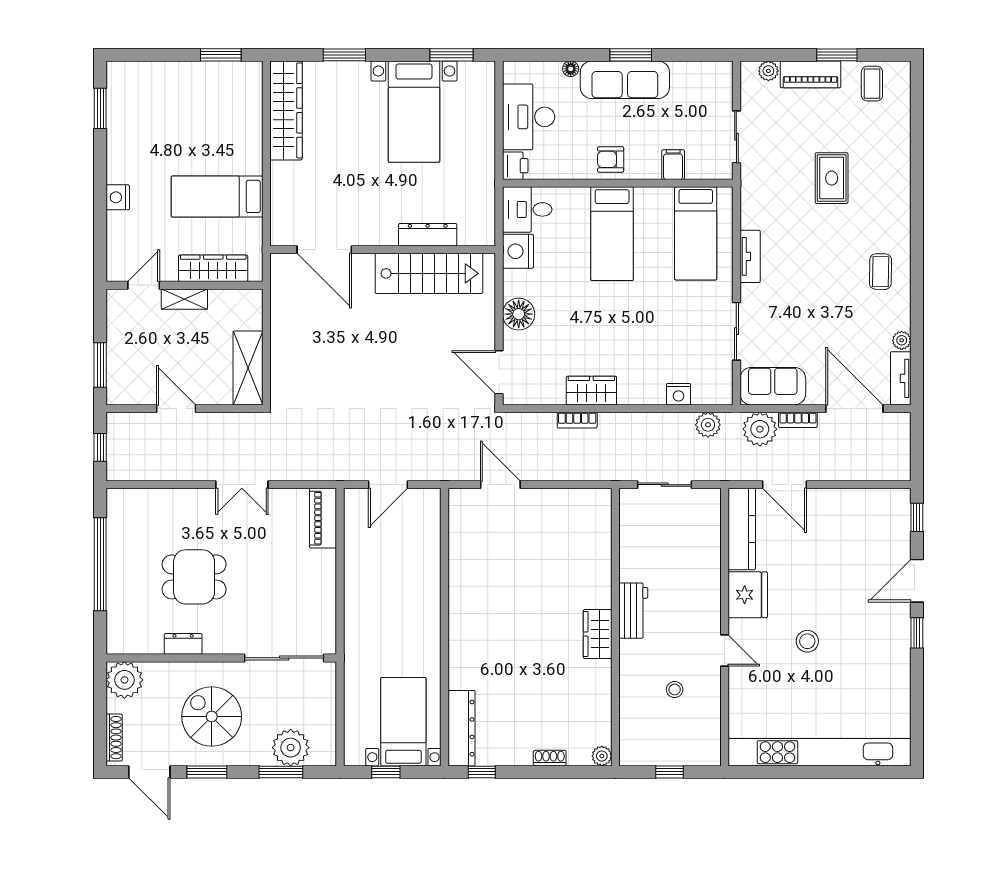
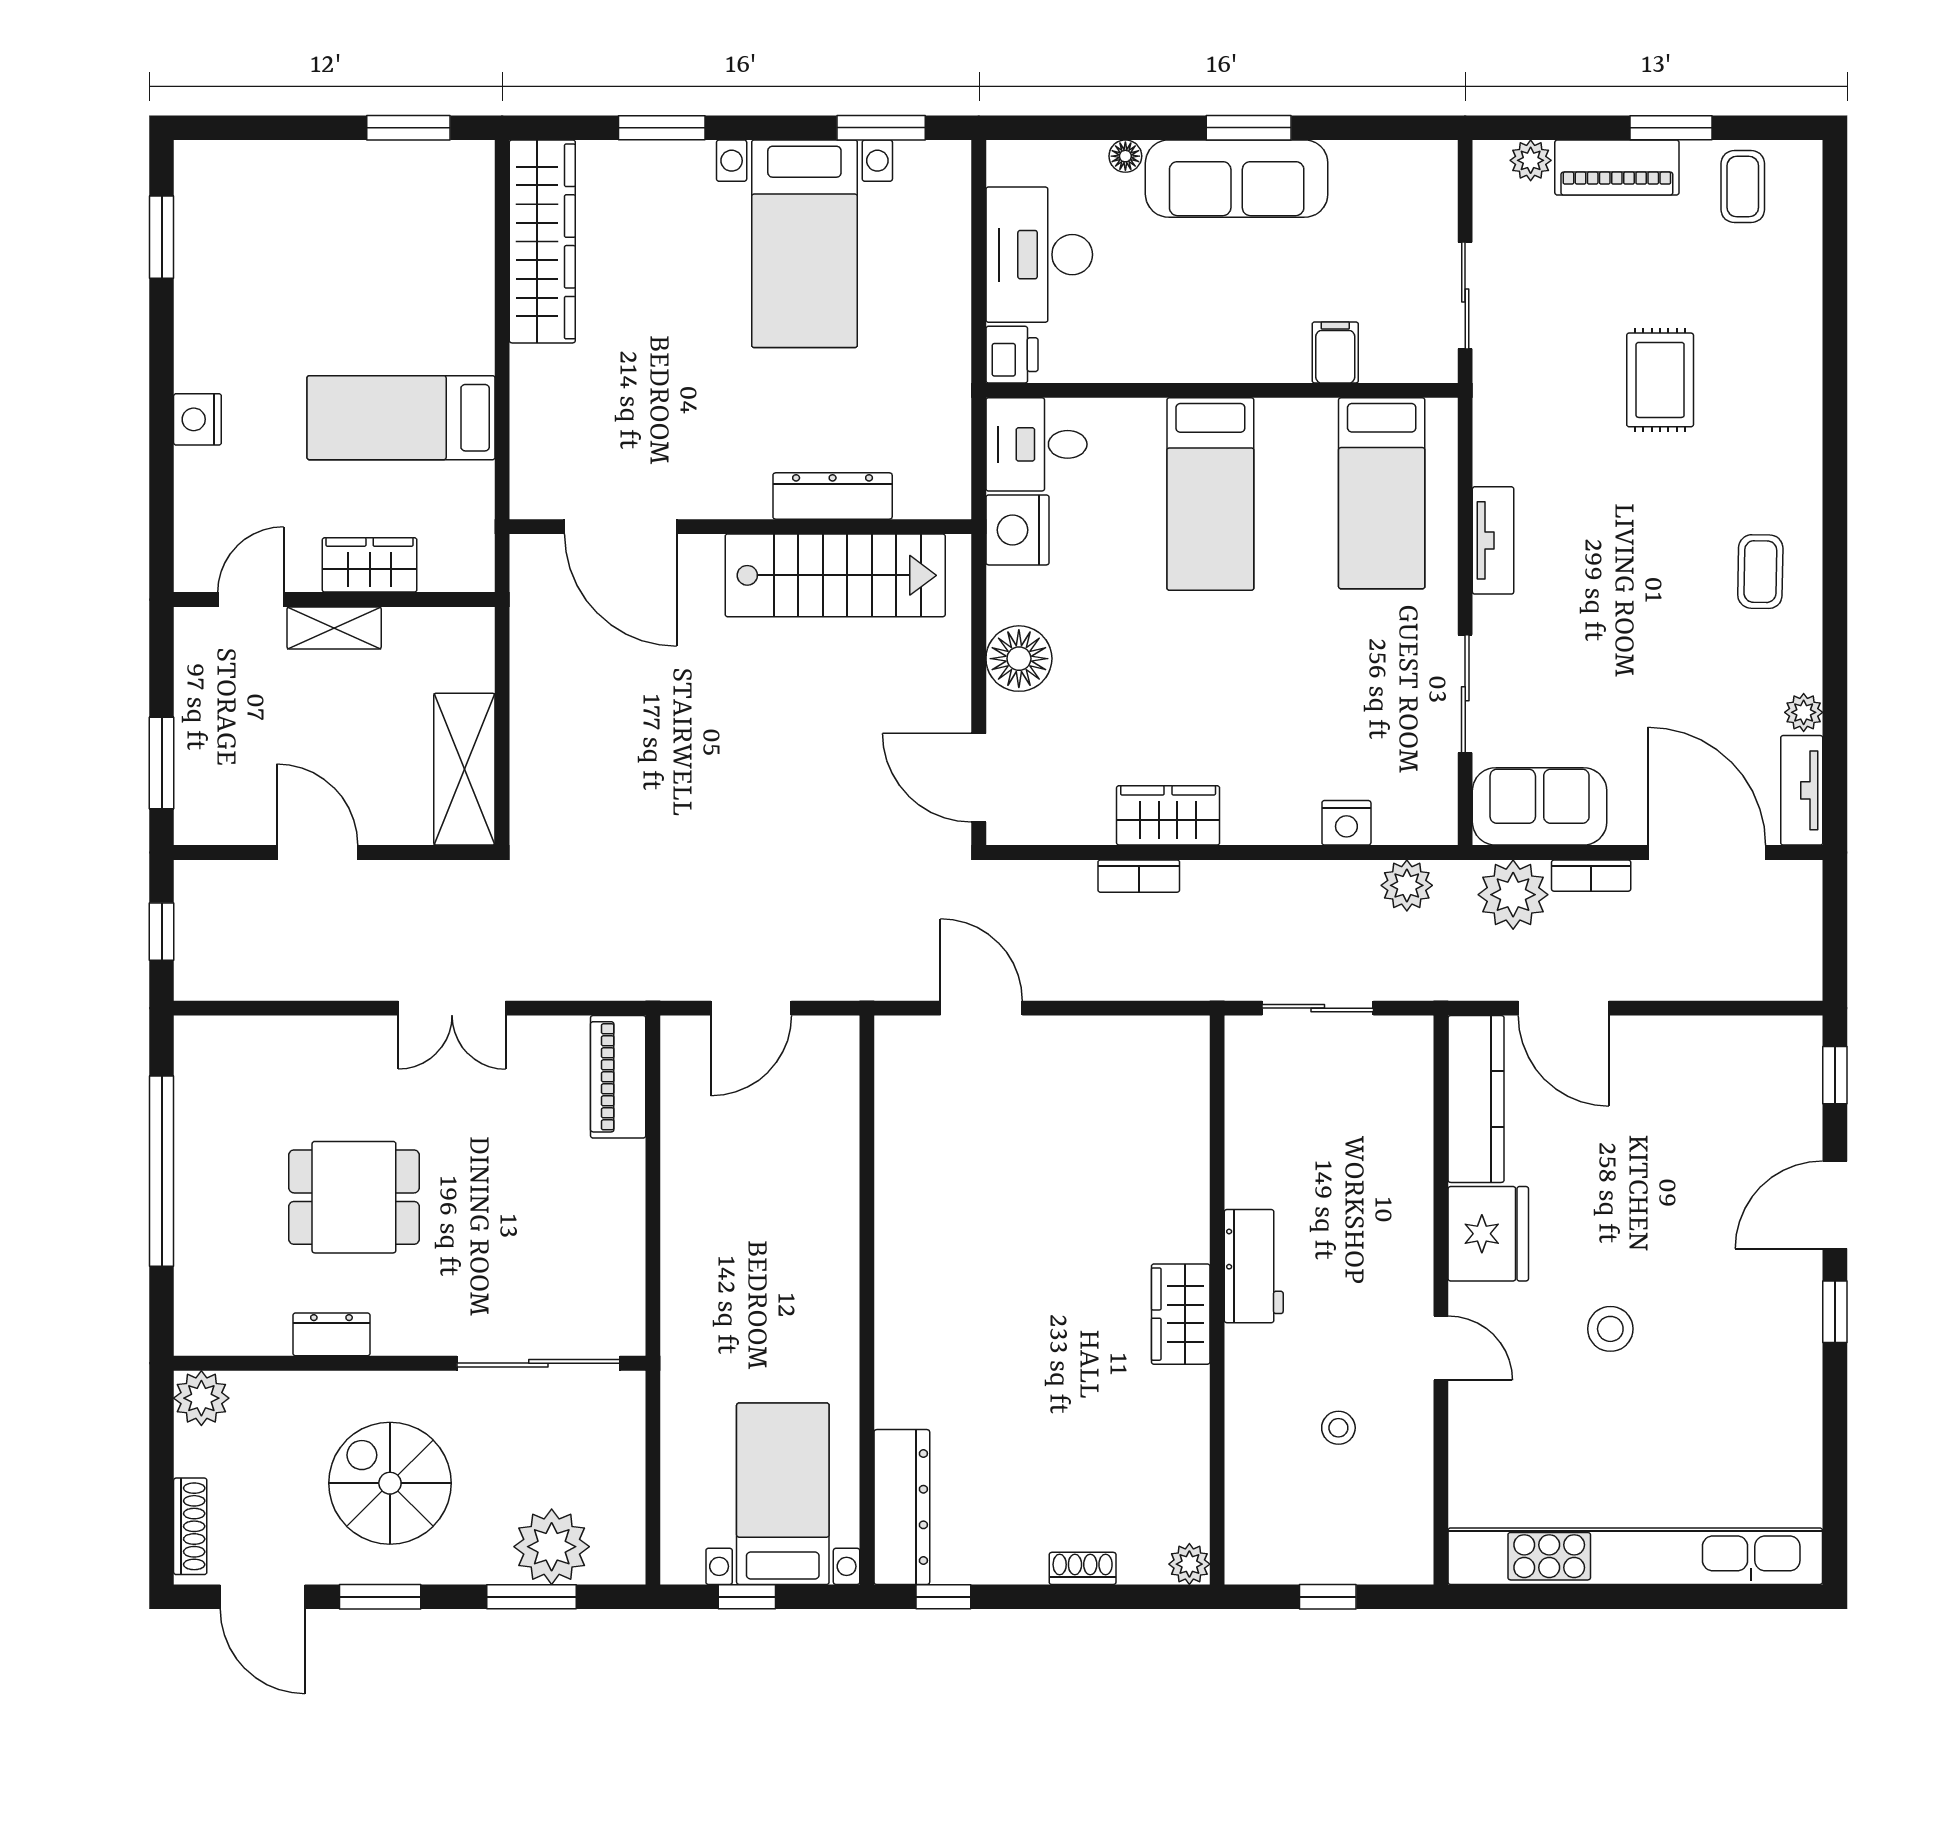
armchair: (611, 159) -> (1207, 342), removed
wardrobe: (213, 268) -> (370, 565), width x0.67
plant: (124, 680) -> (201, 1398), width x0.73, depth x0.73

